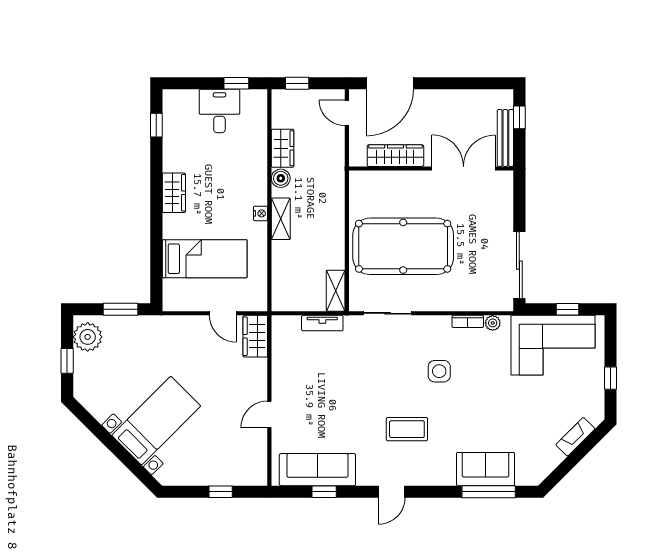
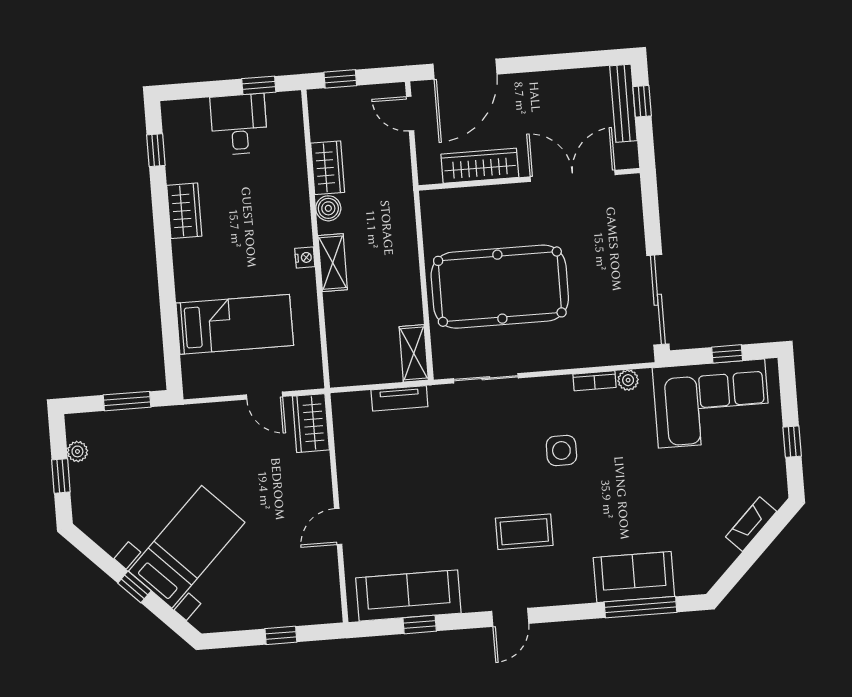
bench: (505, 138) -> (623, 103), moved
wardrobe: (174, 193) -> (184, 211), moved
plant: (88, 337) -> (77, 451), width x0.53, depth x0.53
window: (115, 447) -> (134, 587), added

